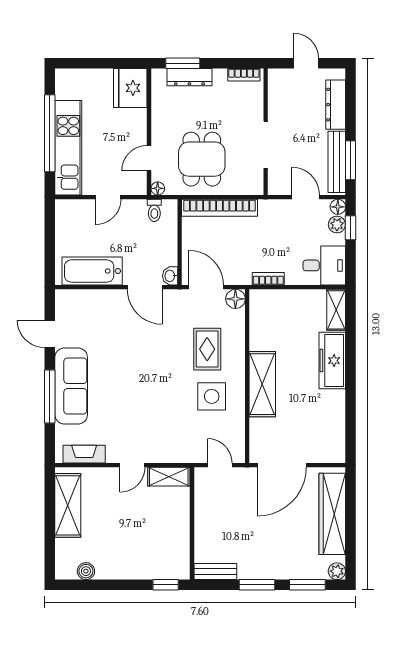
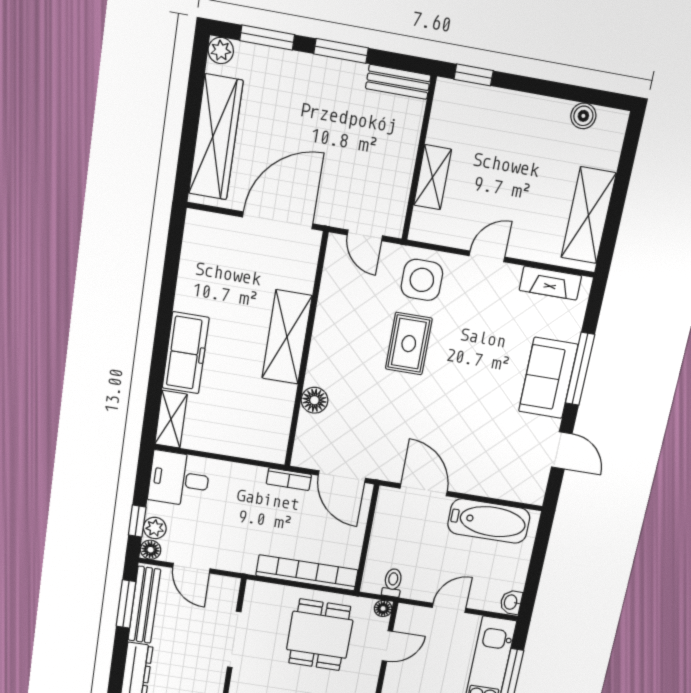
washbasin: (170, 276) -> (511, 602), moved, turned 180
bookcase: (268, 279) -> (289, 479), moved
floor lamp: (235, 299) -> (314, 400), moved
rug: (207, 349) -> (409, 344), moved
sofa: (71, 386) -> (548, 378), width x0.73
side table: (212, 396) -> (422, 280), moved
shelving: (169, 477) -> (432, 177), moved, turned 90

